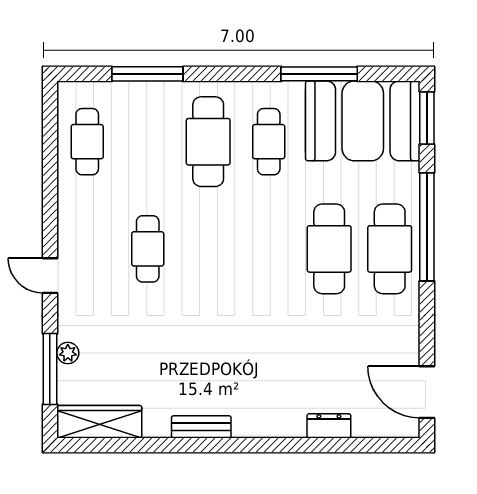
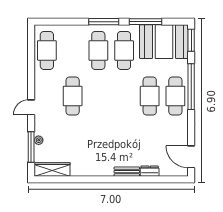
window: (147, 74) -> (104, 22), moved
cafe table: (87, 142) -> (47, 50), width x1.37, depth x1.35
cafe table: (269, 142) -> (124, 50), width x1.37, depth x1.35
cafe table: (148, 249) -> (73, 96), width x1.37, depth x1.35
door: (50, 276) -> (31, 107), hinge flipped
bench: (201, 427) -> (127, 172), moved

